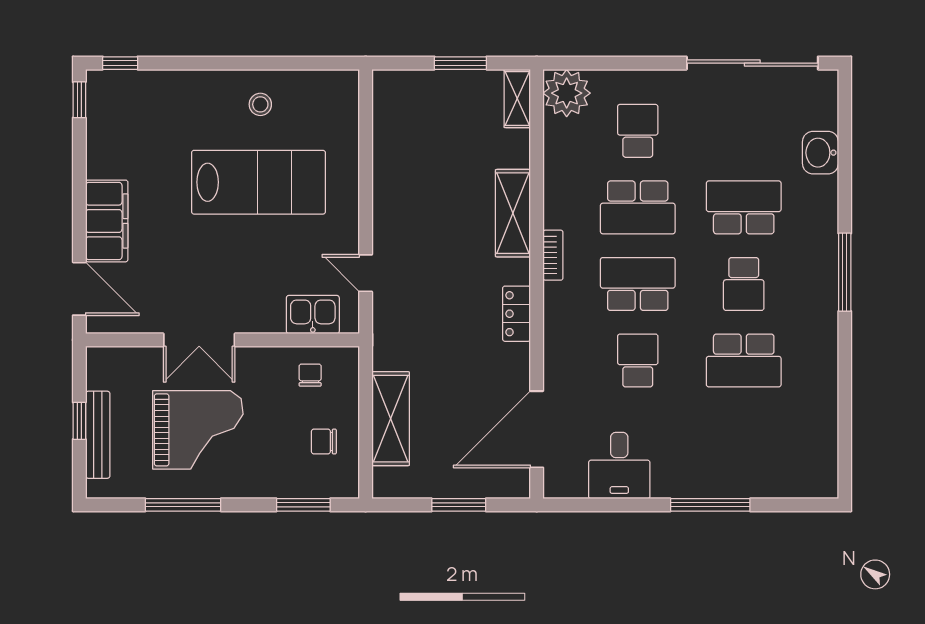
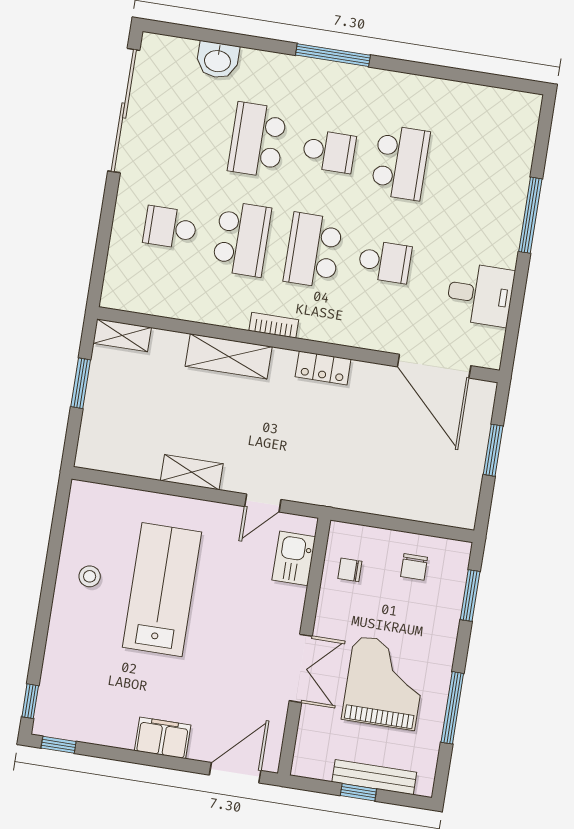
plant: (567, 93) -> (124, 288), removed
filing cabinet: (107, 221) -> (163, 738), width x0.67, depth x0.86
school desk: (638, 360) -> (385, 262), turned 180
shelving: (391, 419) -> (192, 472), moved, width x0.67, depth x0.75

